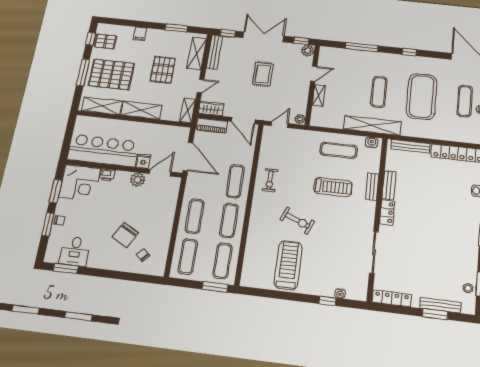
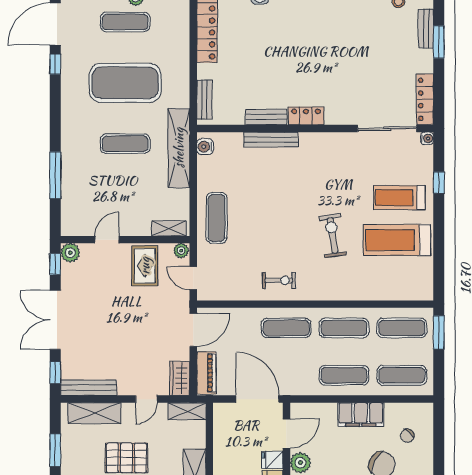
window: (409, 52) -> (55, 64), moved
rug: (263, 74) -> (145, 266), moved, turned 90
door: (314, 74) -> (107, 240), hinge flipped
door: (200, 86) -> (146, 399), swing flipped
shelving: (319, 95) -> (169, 228), moved
bench: (410, 146) -> (204, 100), width x0.73
exercise mat: (339, 150) -> (217, 218), moved
door: (188, 157) -> (258, 399), hinge flipped
door: (160, 173) -> (286, 434), swing flipped
bench: (372, 186) -> (271, 140), width x1.36
treadmill: (333, 187) -> (399, 198), moved, turned -90
exercise bike: (297, 220) -> (333, 236), turned -30
filing cabinet: (164, 225) -> (361, 415), added
sliding door: (374, 252) -> (387, 128), moved
water cooler: (340, 294) -> (427, 138), moved
bench: (440, 305) -> (426, 29), width x0.73

